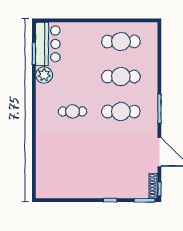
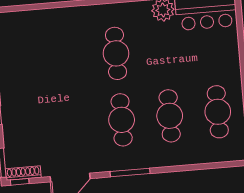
cafe table: (73, 111) -> (116, 53), width x1.37, depth x1.35

